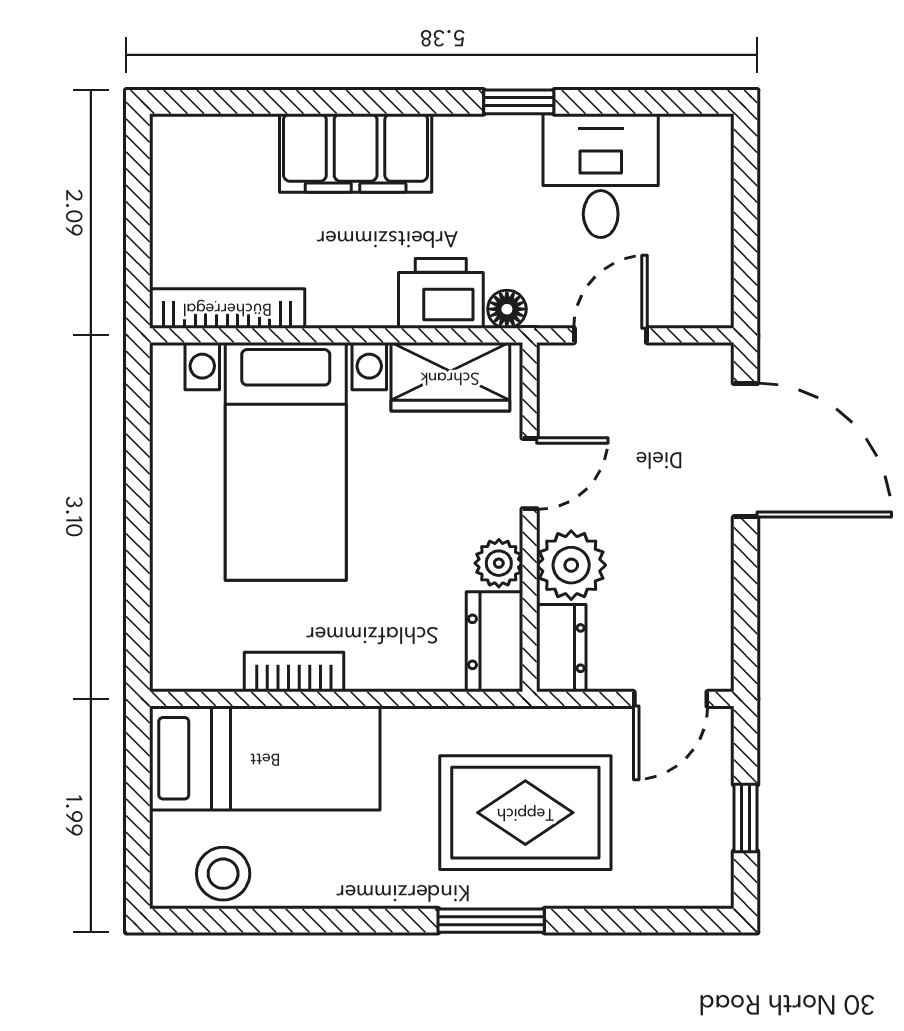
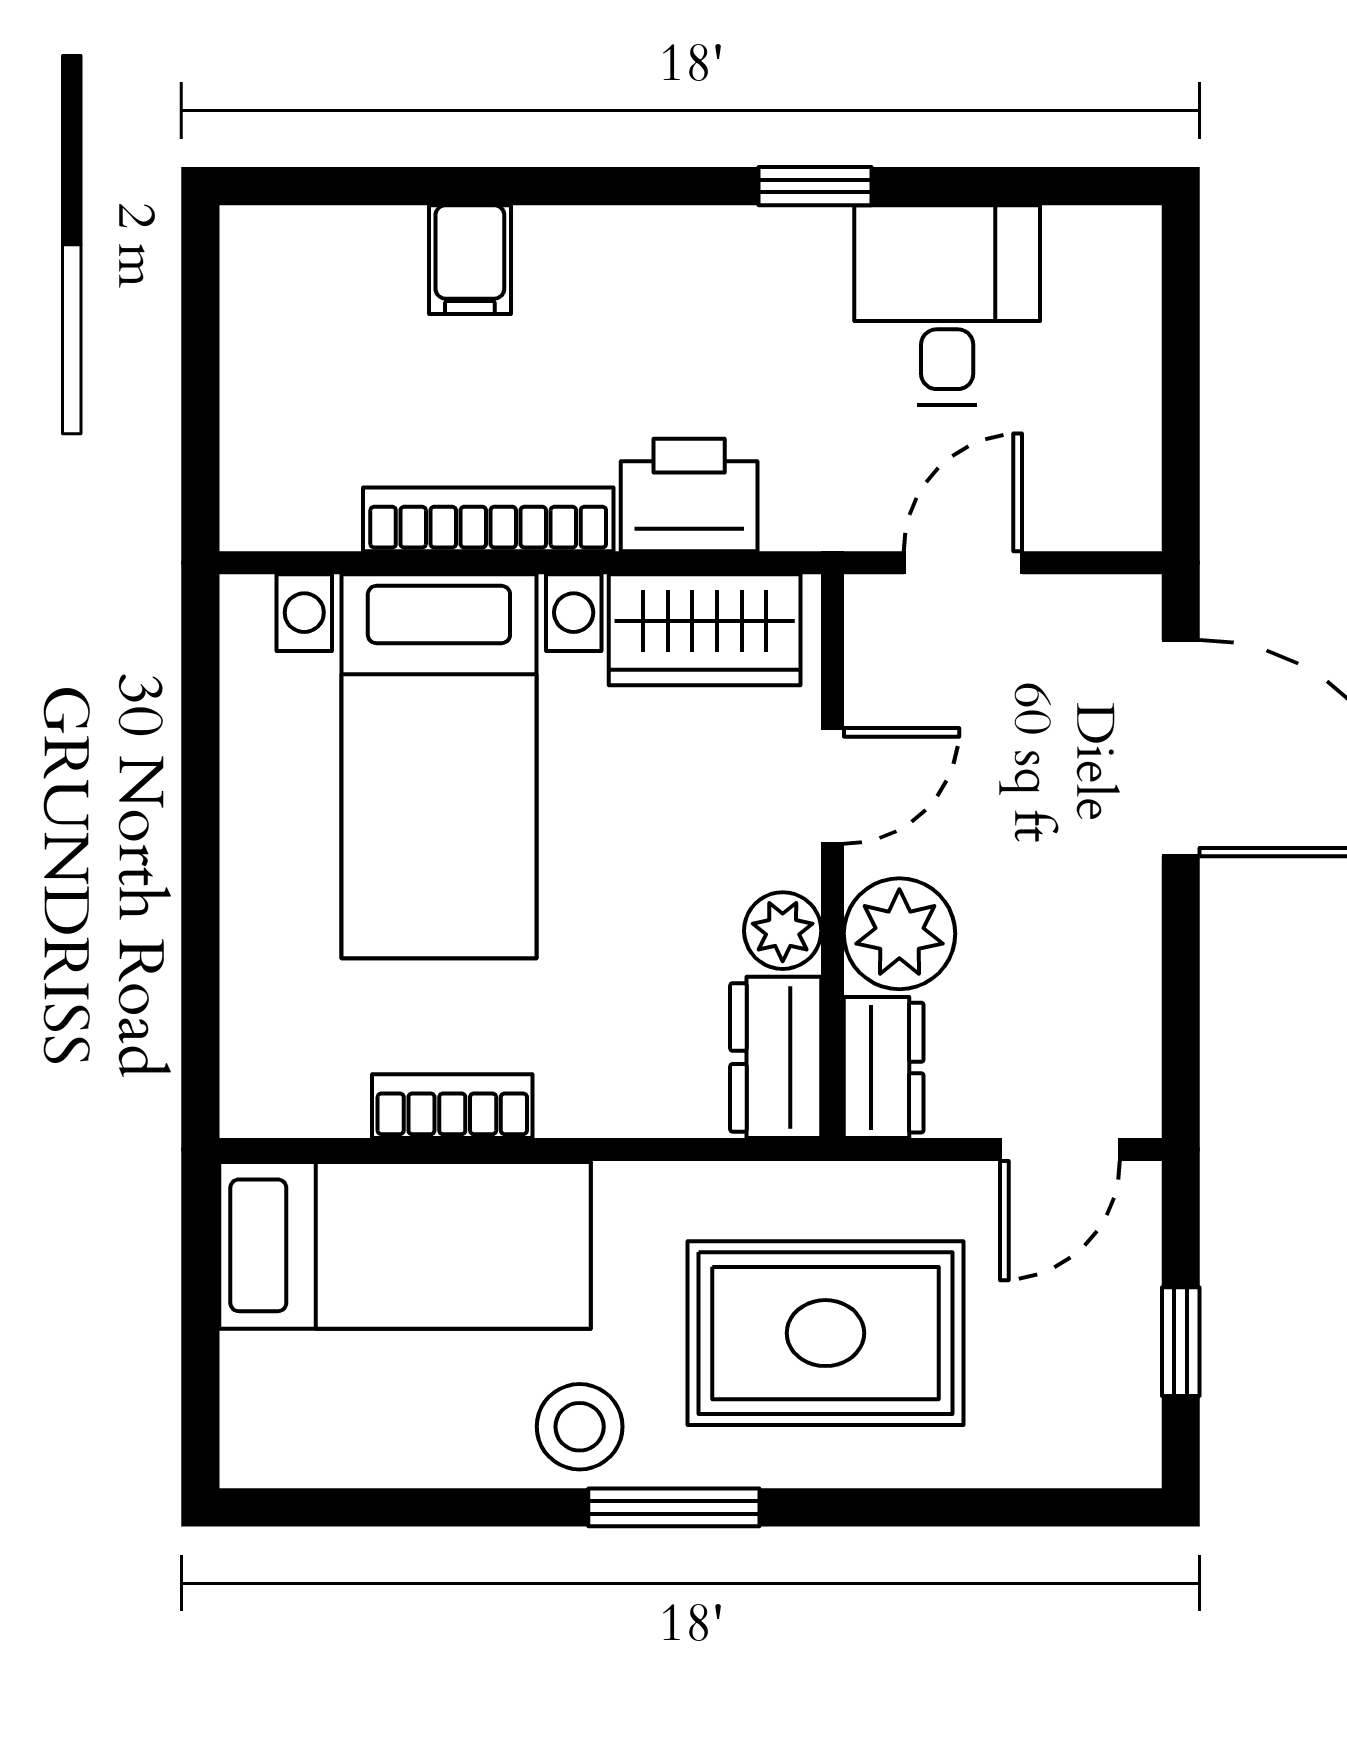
filing cabinet: (356, 153) -> (470, 260), width x0.33, depth x0.86
bookcase: (227, 308) -> (488, 519), moved
floor lamp: (507, 309) -> (796, 521), removed
stool: (223, 874) -> (580, 1427), moved
window: (491, 921) -> (674, 1507), moved

